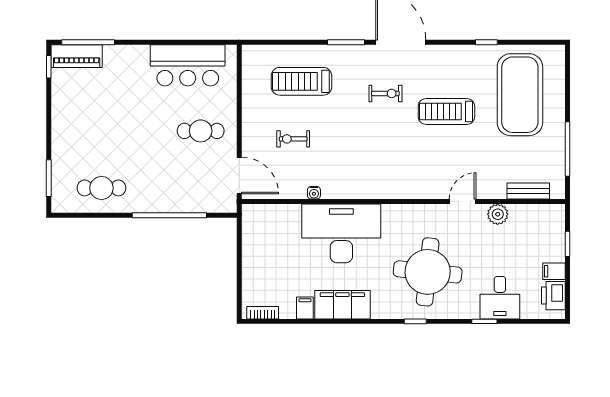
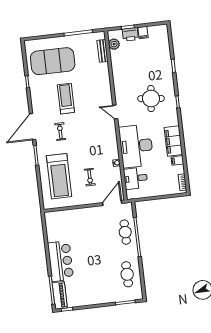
bar counter: (188, 65) -> (61, 261), moved
treadmill: (302, 81) -> (59, 176), width x1.37, depth x1.38
treadmill: (446, 111) -> (66, 99), turned 180
cafe table: (201, 131) -> (125, 232), moved
door: (463, 201) -> (115, 112), moved
plant: (498, 214) -> (114, 44), moved
round table: (428, 272) -> (151, 99), width x0.73, depth x0.73
printer: (553, 296) -> (130, 34), moved
desk: (500, 298) -> (136, 178), moved, turned 180

